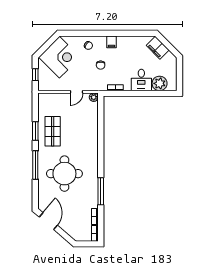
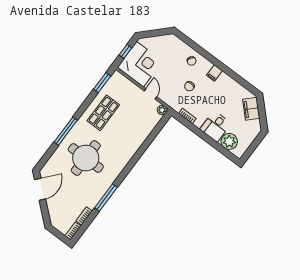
corner desk: (59, 57) -> (140, 64), moved, turned -45
door: (77, 92) -> (150, 94), swing flipped
window: (35, 131) -> (102, 83), moved

